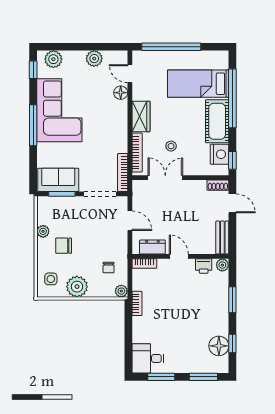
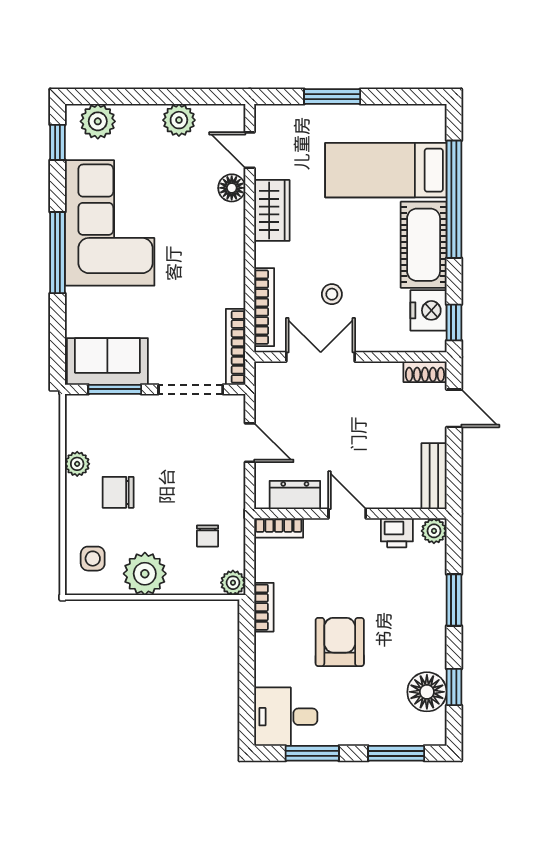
window: (171, 47) -> (332, 97), width x0.47
wardrobe: (141, 116) -> (272, 210), moved
armchair: (175, 321) -> (340, 642), added

